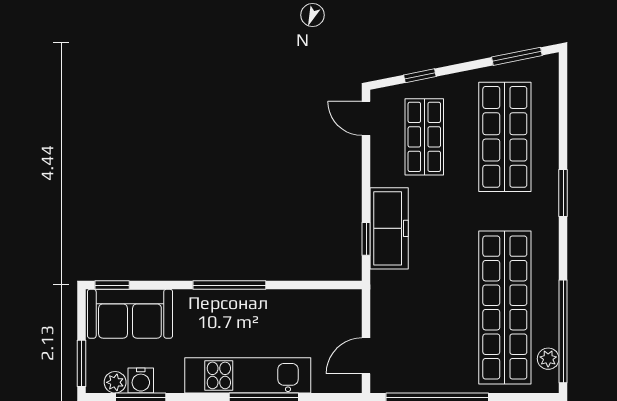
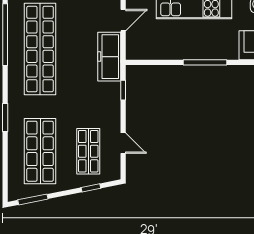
door: (366, 118) -> (123, 143), moved
freezer: (389, 228) -> (109, 57), moved
plant: (548, 359) -> (14, 18), removed

